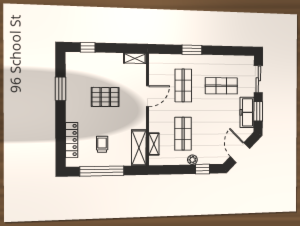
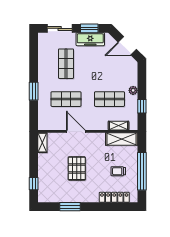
window: (203, 169) -> (142, 106), moved

